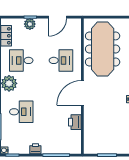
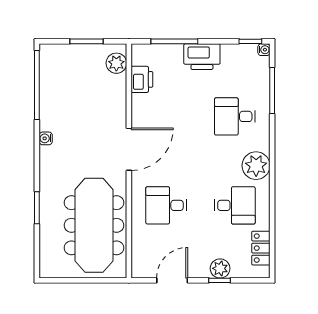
printer: (75, 122) -> (142, 79), moved
plant: (90, 142) -> (116, 63), added
printer: (35, 149) -> (202, 57), width x1.87, depth x1.48

